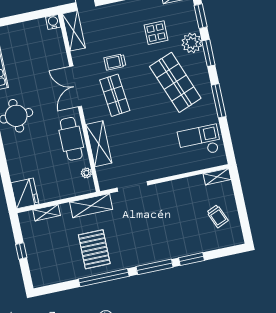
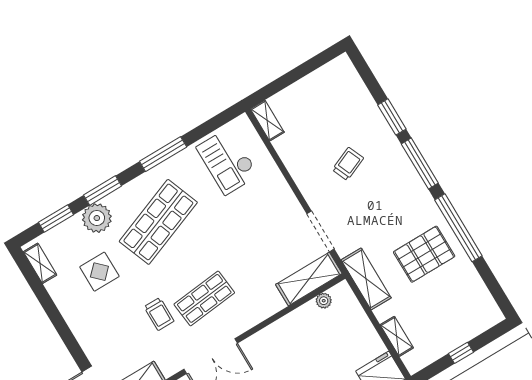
cafe table: (71, 139) -> (284, 337), removed
shelving: (99, 144) -> (309, 279), moved
trolley: (217, 216) -> (348, 164), moved

